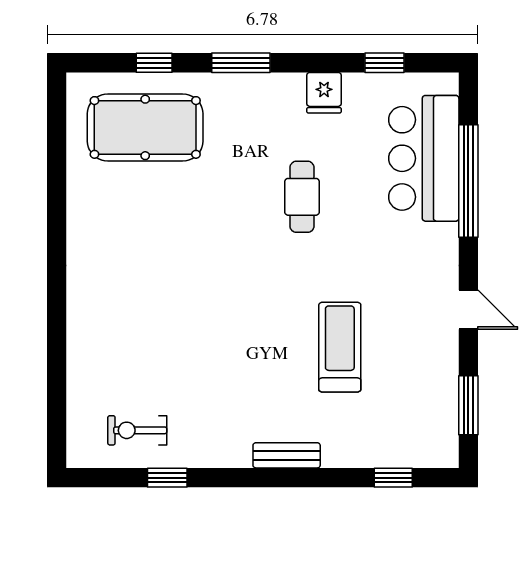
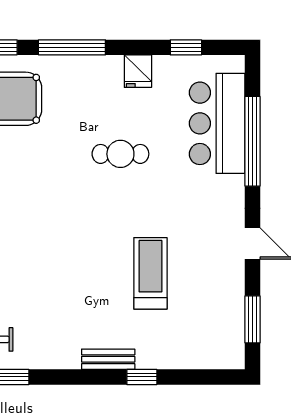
window: (241, 63) -> (72, 47), width x1.44
cafe table: (302, 197) -> (120, 154), turned 90
window: (393, 478) -> (142, 377), moved

